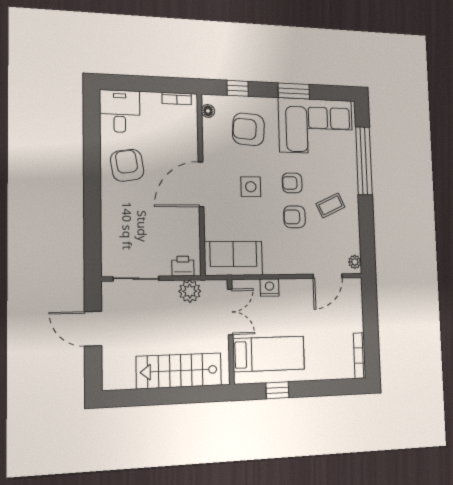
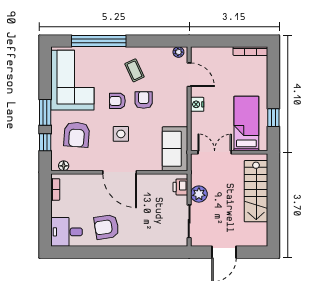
window: (294, 91) -> (45, 112), moved
armchair: (292, 183) -> (117, 101), turned 90
armchair: (294, 217) -> (144, 100), turned 180
nightstand: (270, 288) -> (197, 104), moved
plant: (190, 291) -> (199, 194), moved

